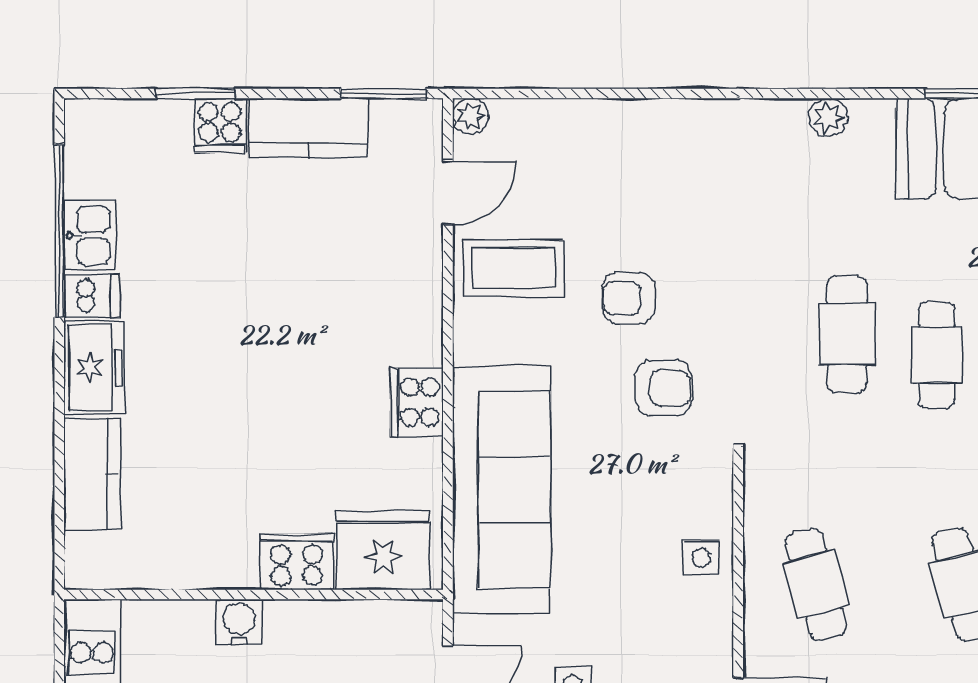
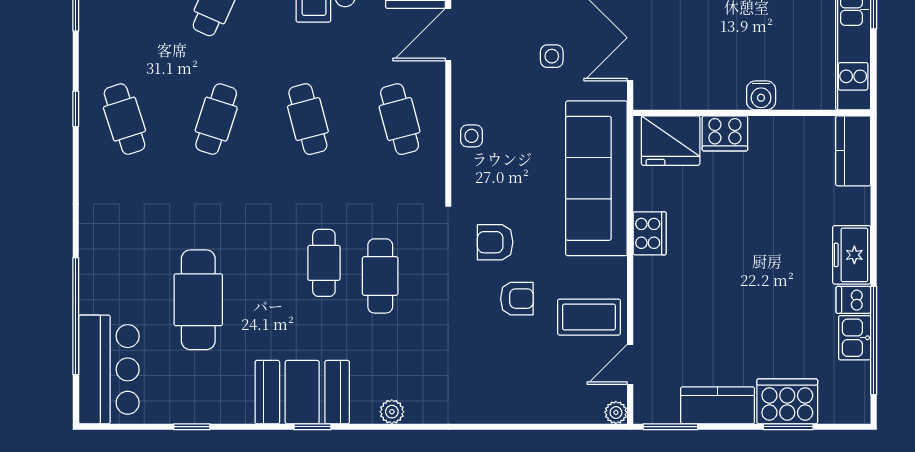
cooker: (220, 126) -> (787, 401), width x1.87, depth x1.31
kitchen counter: (92, 474) -> (853, 151), moved

